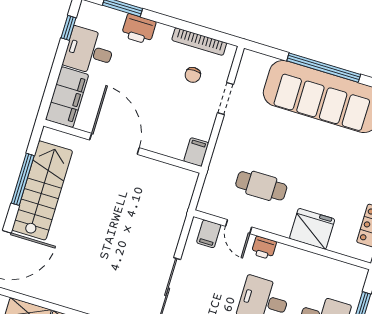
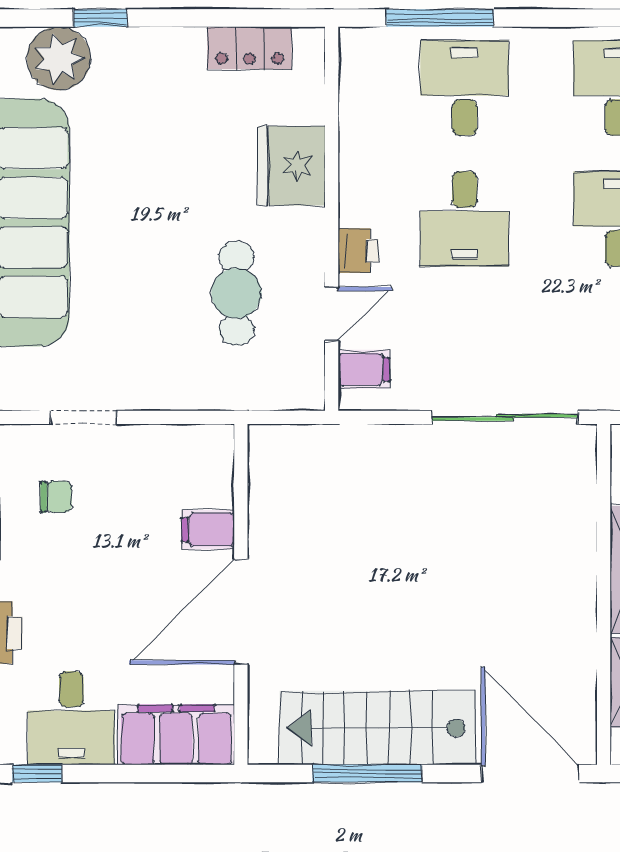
filing cabinet: (196, 152) -> (208, 530), moved

